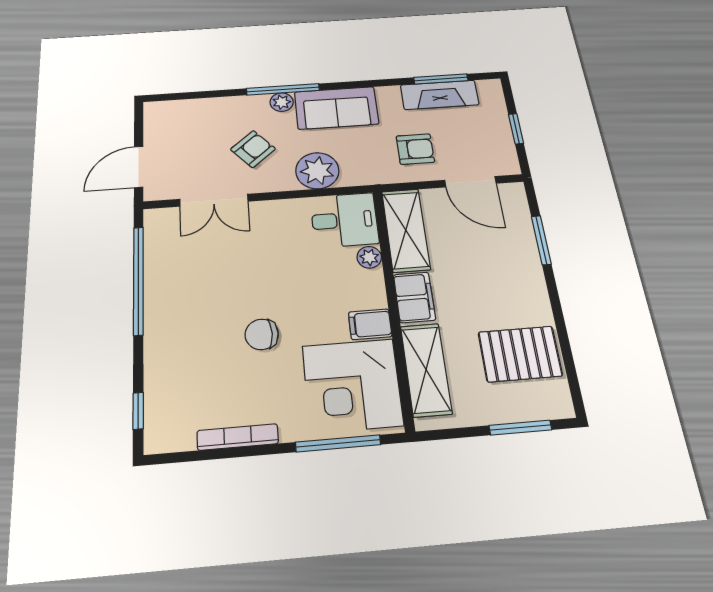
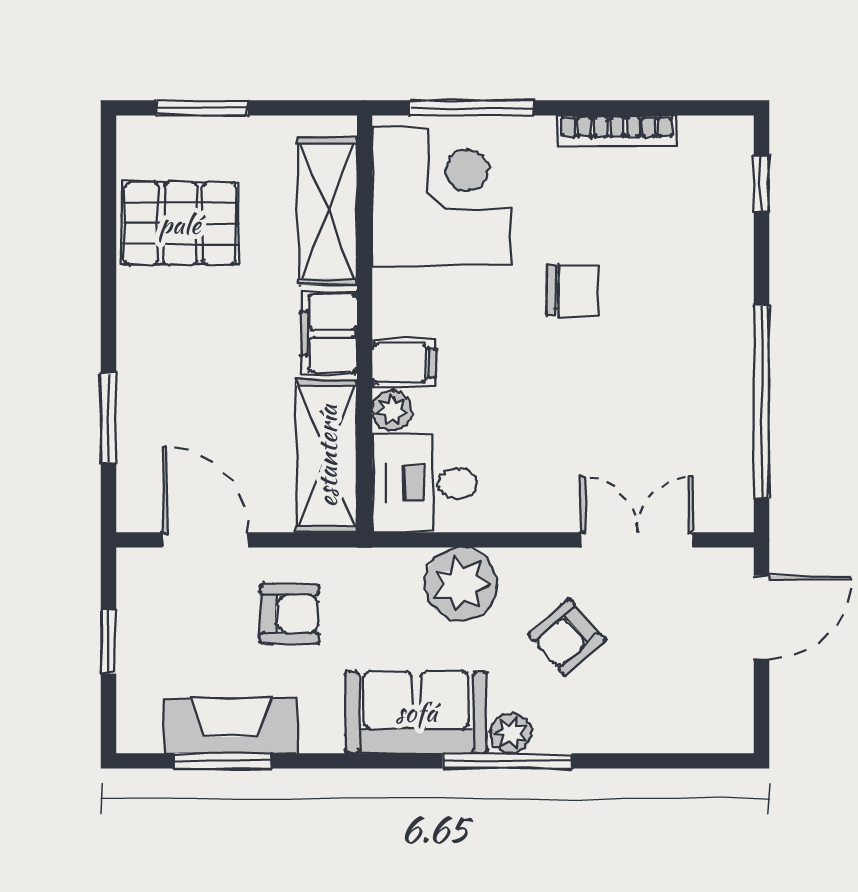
armchair: (415, 149) -> (289, 614), turned 180
filing cabinet: (370, 324) -> (404, 363), moved

